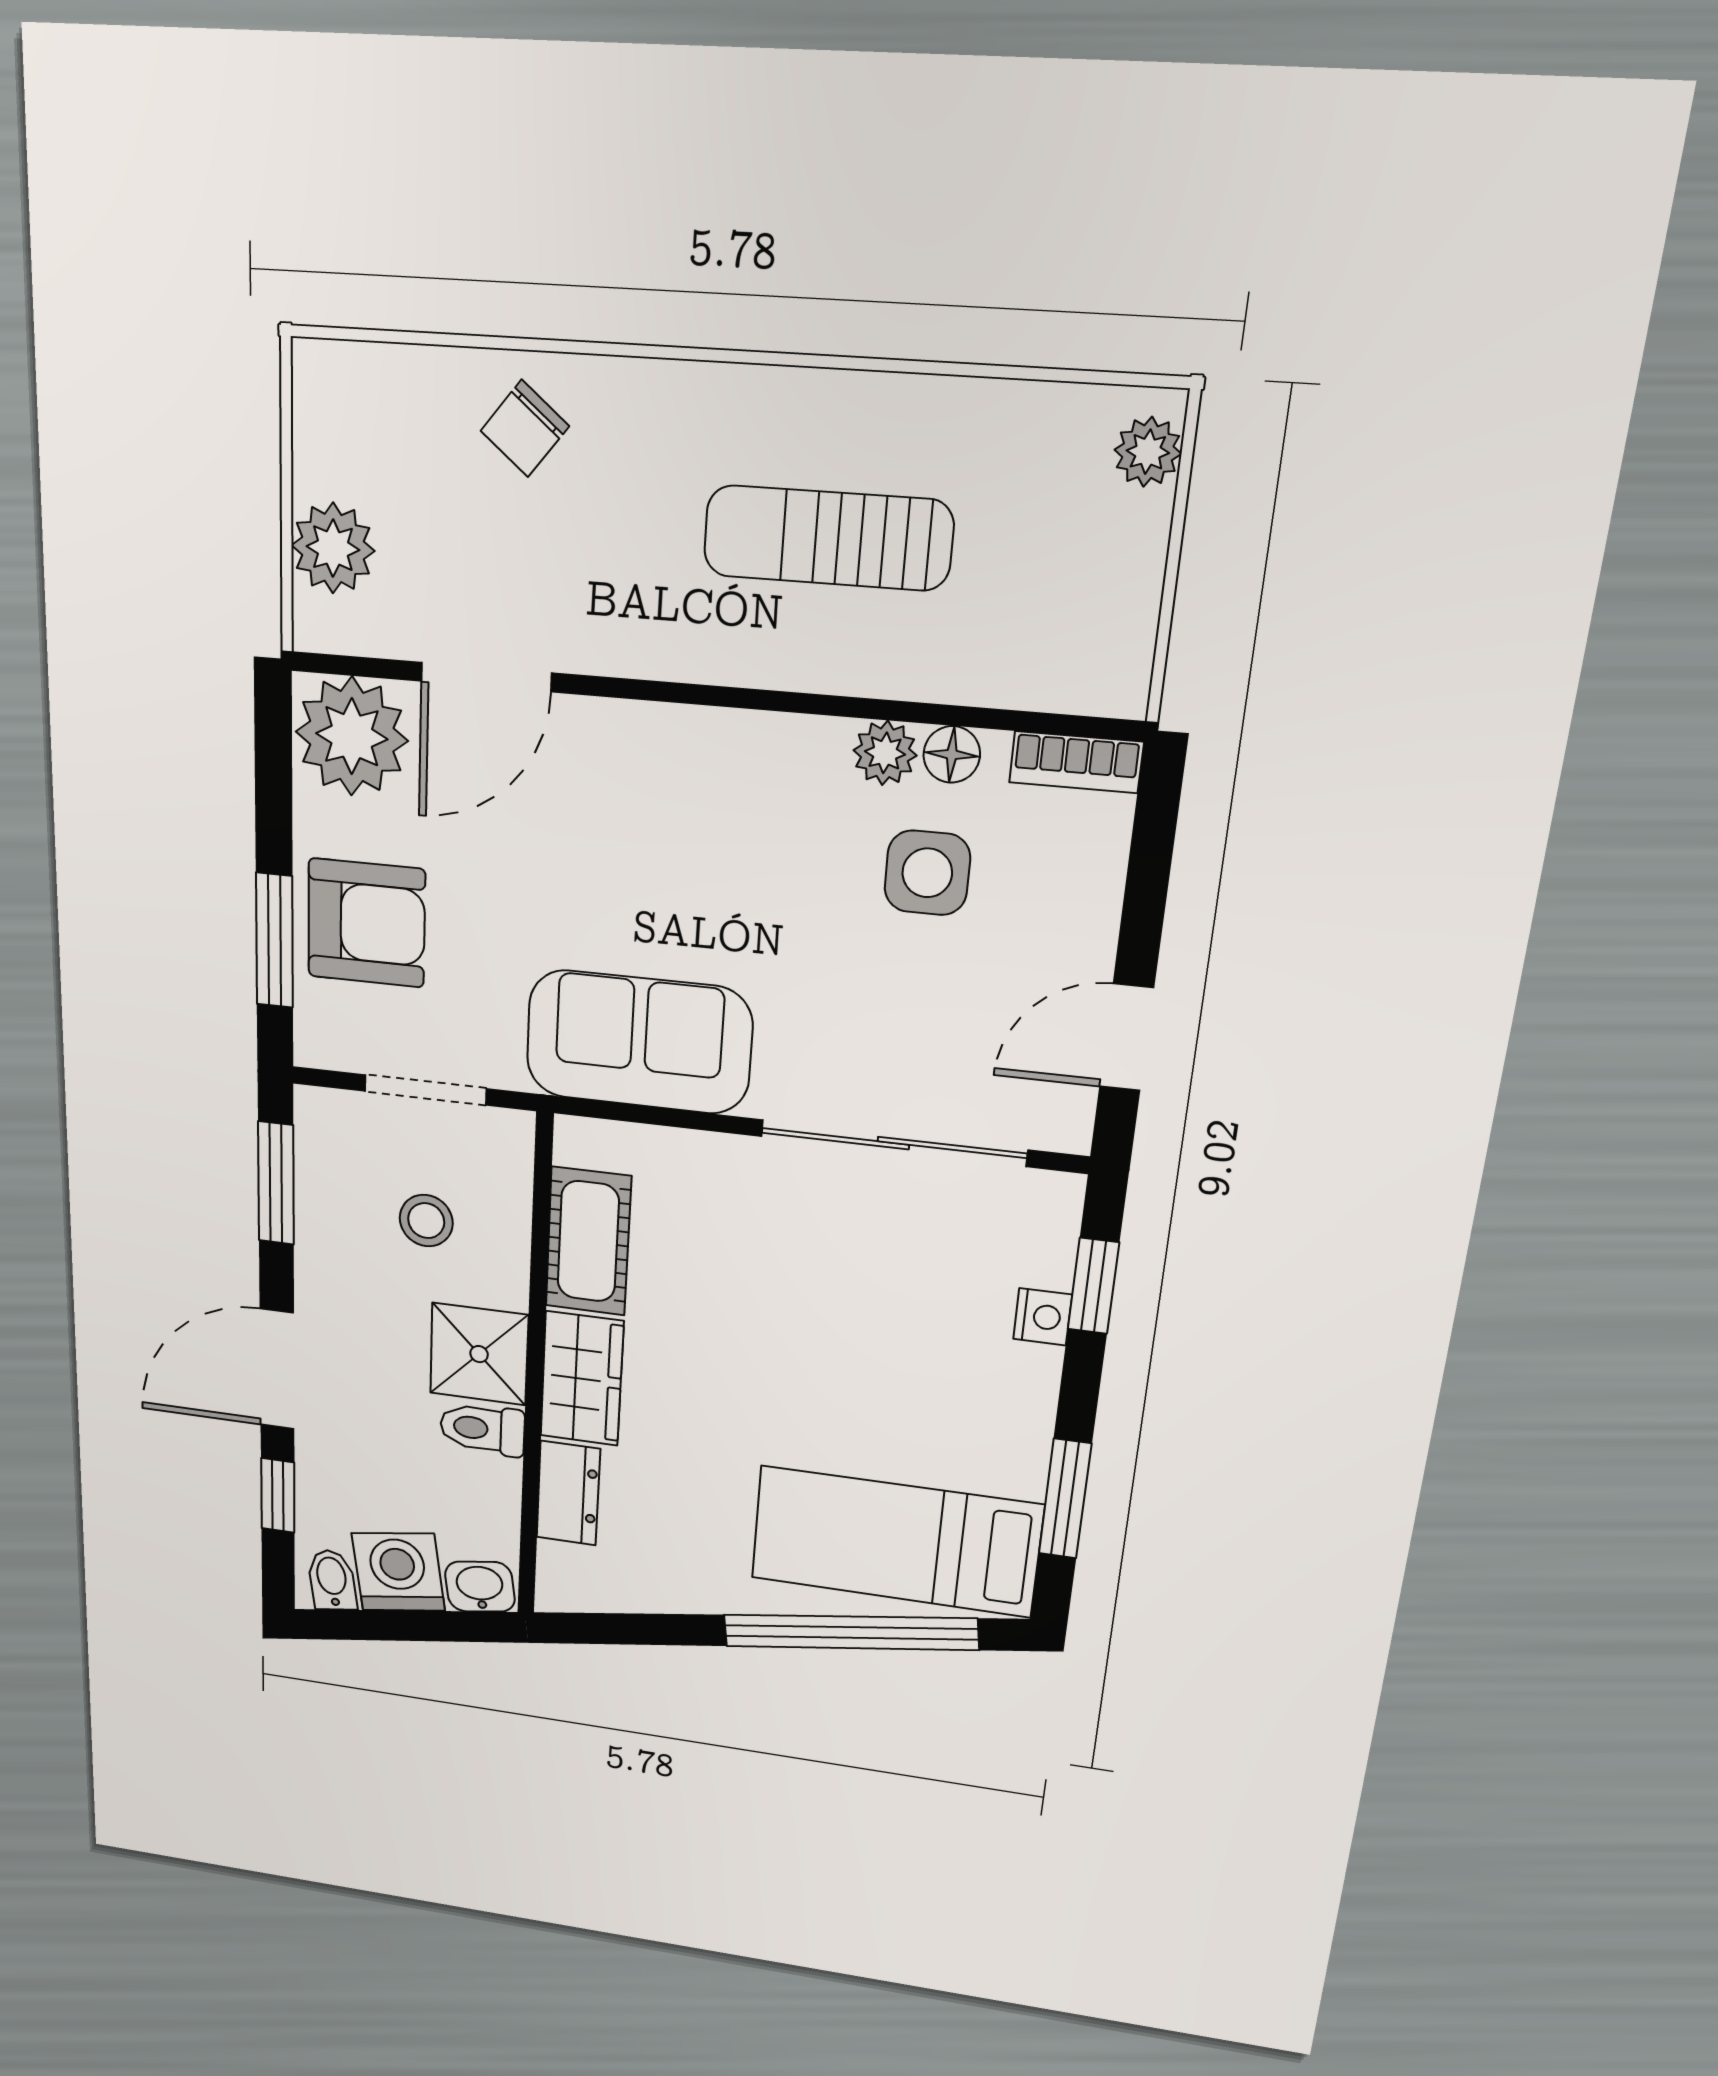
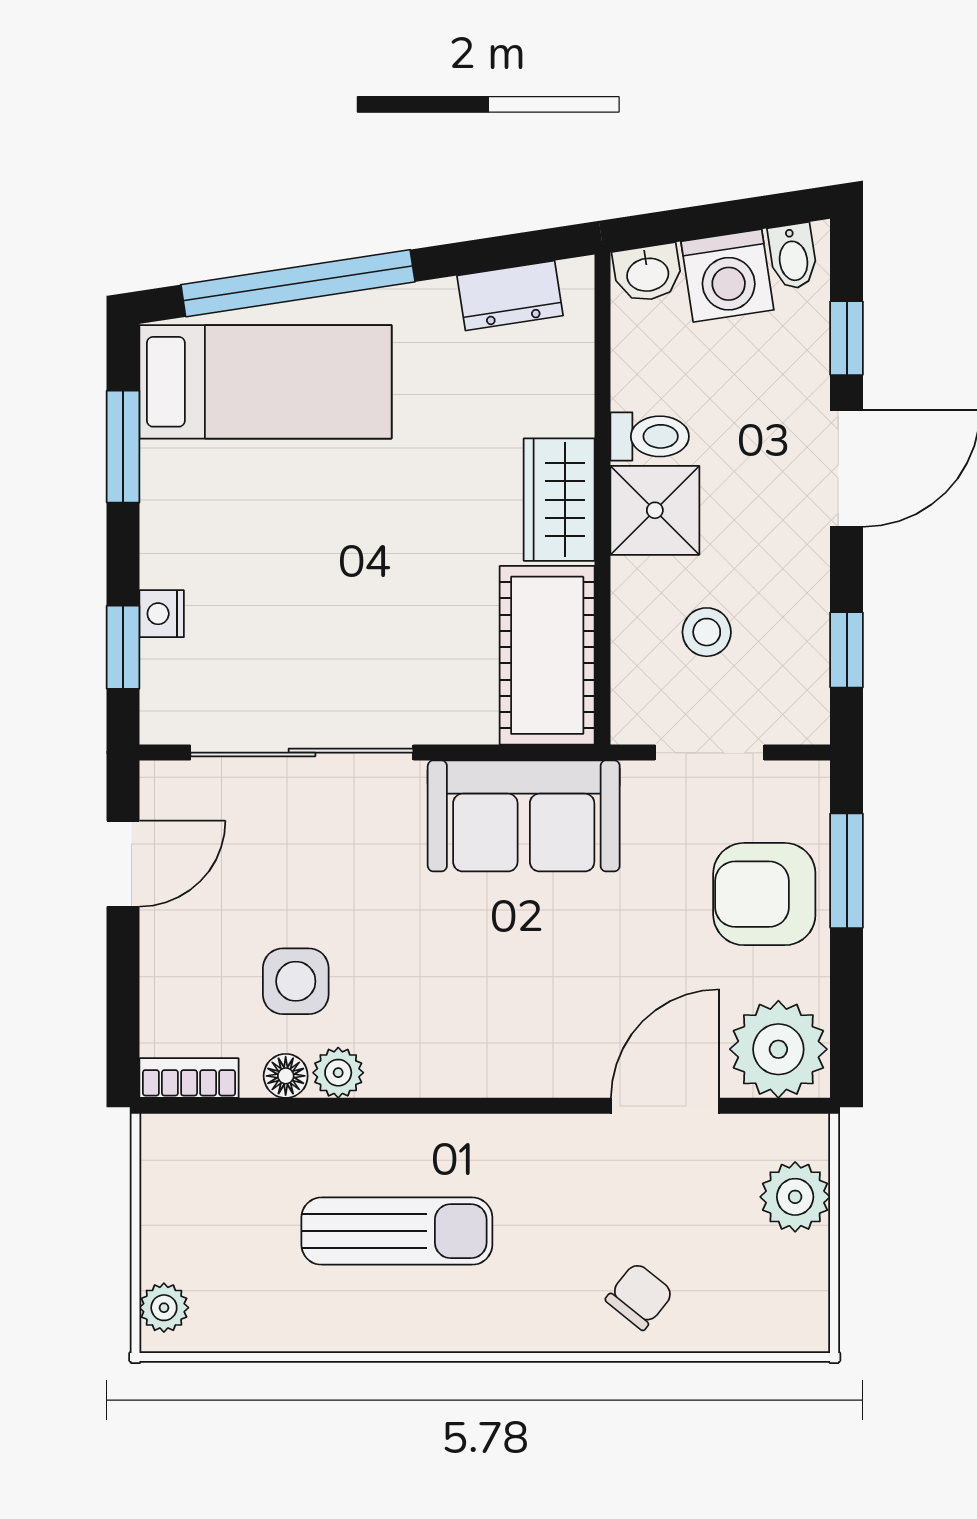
window: (276, 1183) -> (847, 650), width x0.67
cot: (588, 1241) -> (547, 655), width x1.37, depth x1.34
dresser: (568, 1493) -> (510, 296), moved, turned -99

